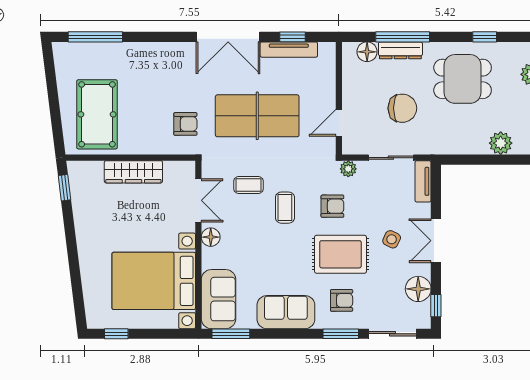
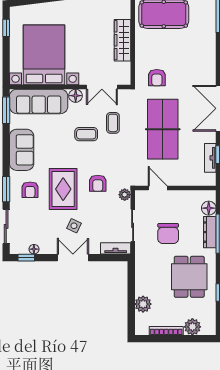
tv unit: (289, 50) -> (210, 158), width x0.71
coffee table: (285, 208) -> (86, 134), moved
floor lamp: (418, 289) -> (34, 249), width x0.53, depth x0.53
sofa: (219, 299) -> (39, 101), width x1.36

